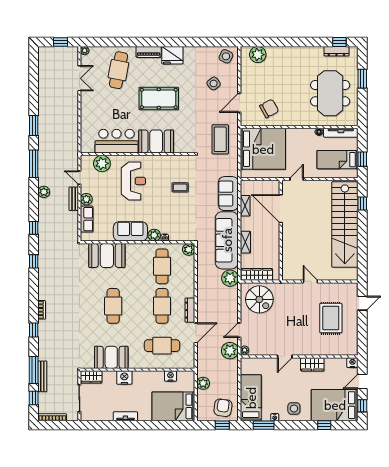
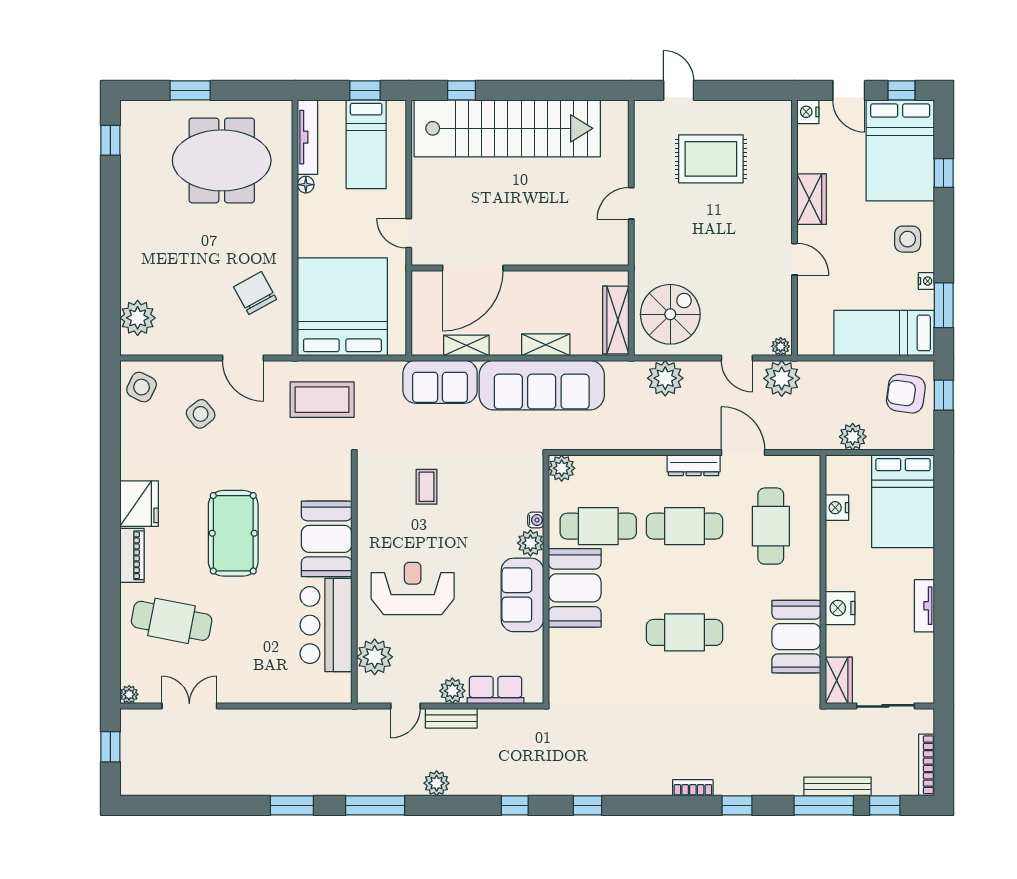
dresser: (336, 51) -> (130, 147), removed
booth: (107, 255) -> (575, 588), moved
plant: (230, 278) -> (665, 378), moved

